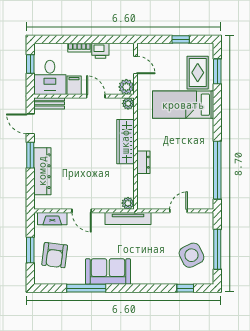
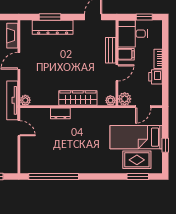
bench: (49, 103) -> (111, 50), moved
bed: (183, 105) -> (136, 137), moved, turned -90
window: (30, 155) -> (50, 17), moved
door: (178, 211) -> (19, 128), moved

